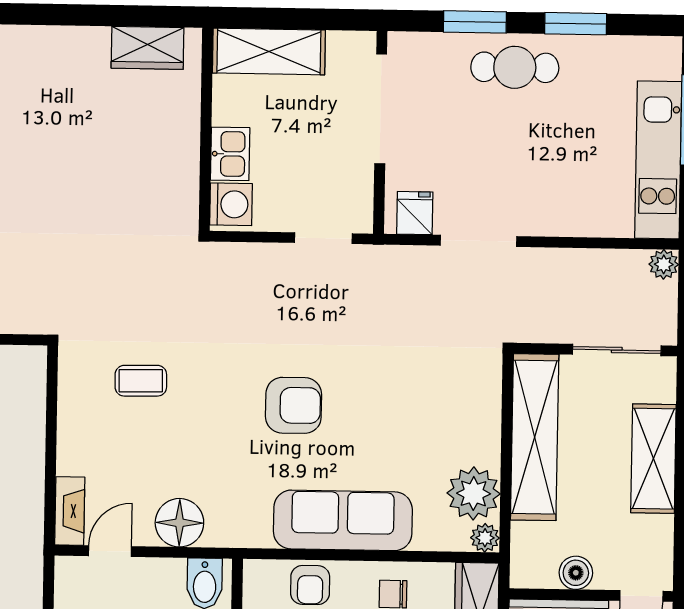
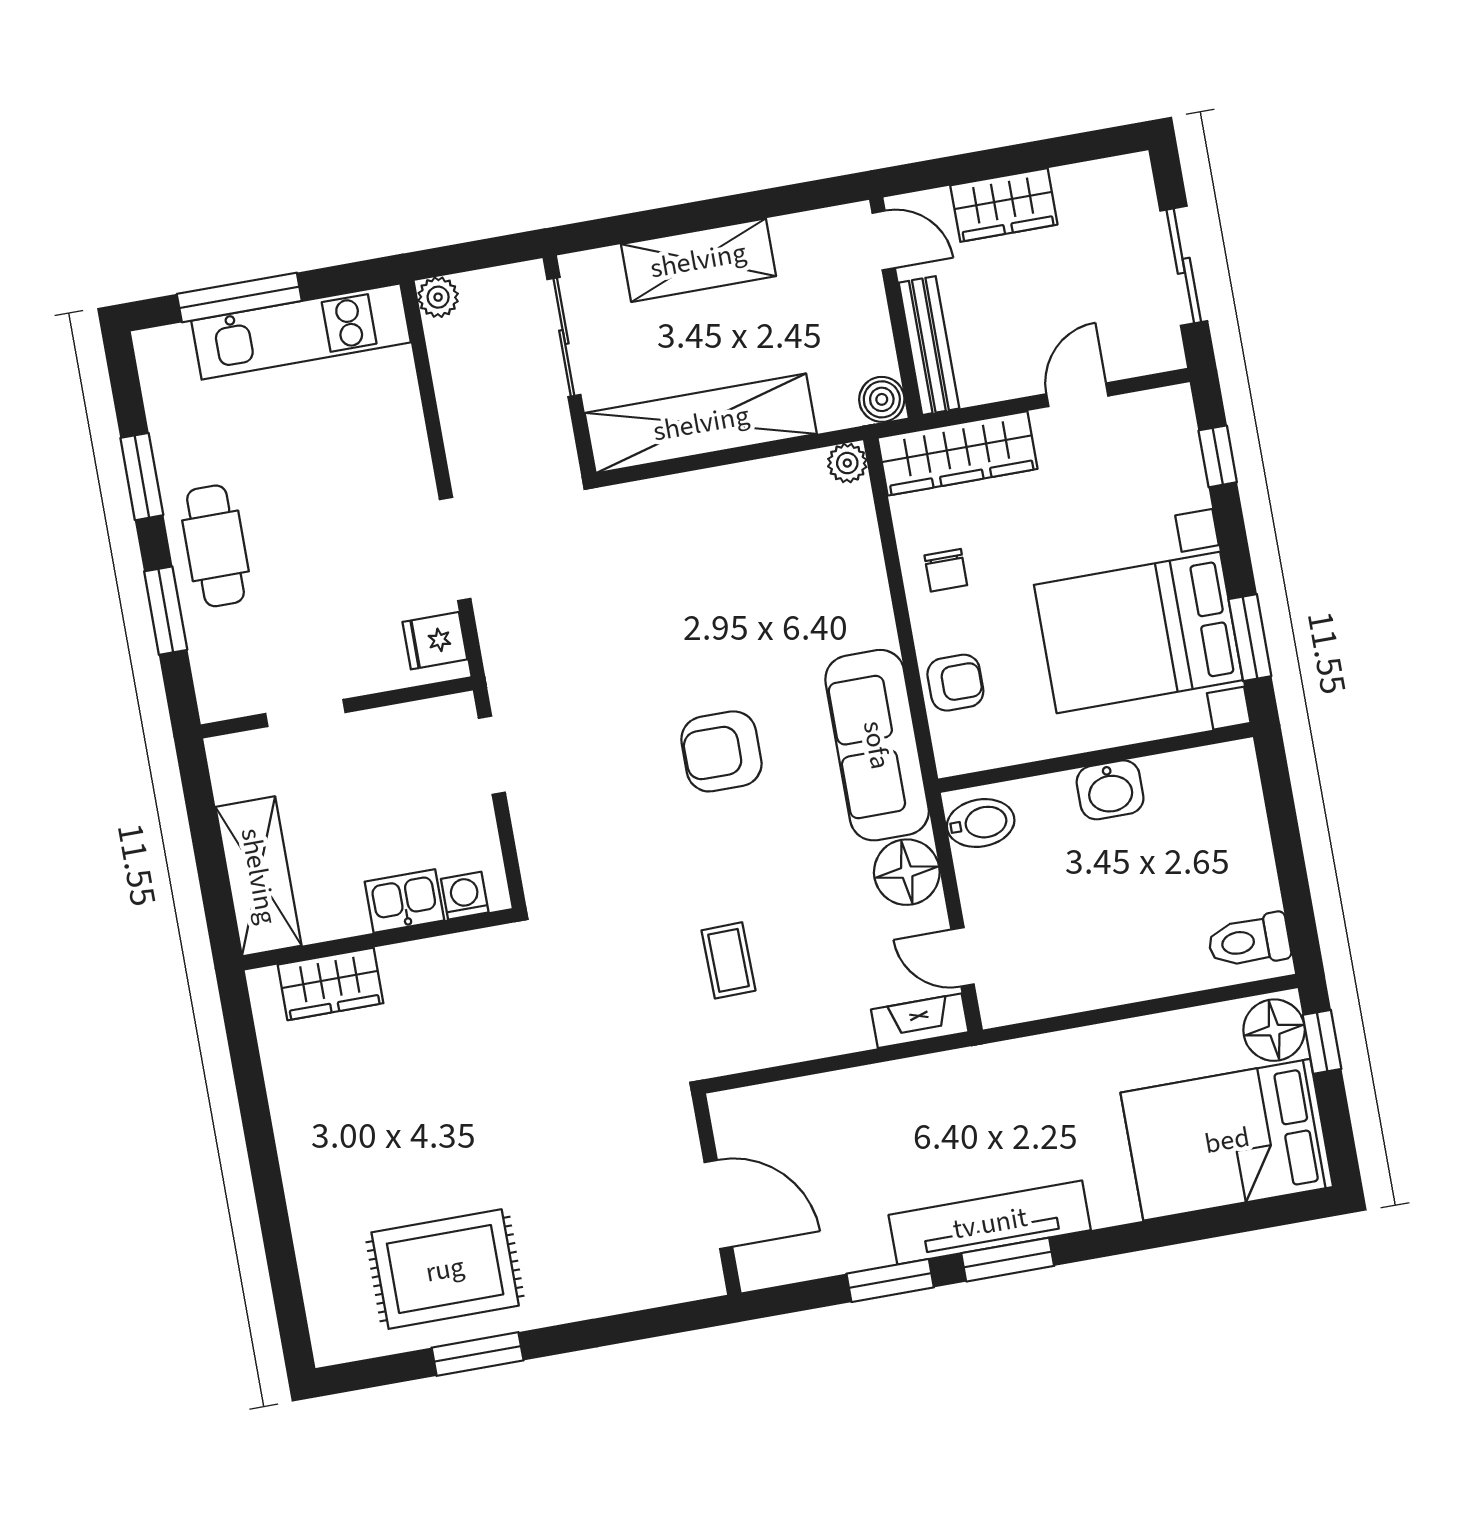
wardrobe: (148, 48) -> (331, 984), moved, turned 90
doorway: (381, 109) -> (305, 713), width x0.53
washing machine: (231, 204) -> (465, 896), width x0.73, depth x0.73
armchair: (294, 405) -> (721, 751), turned -90
plant: (474, 493) -> (791, 490), removed
sofa: (343, 520) -> (877, 745), moved
boiler: (576, 573) -> (882, 399), moved

